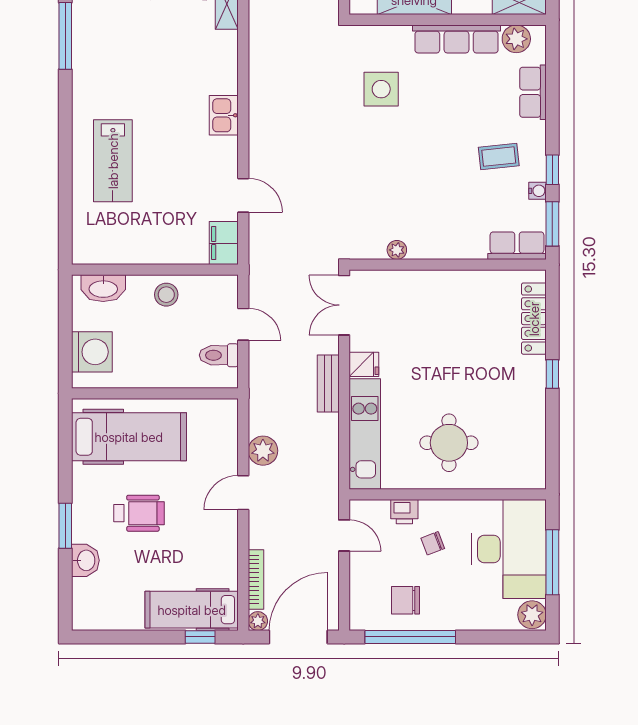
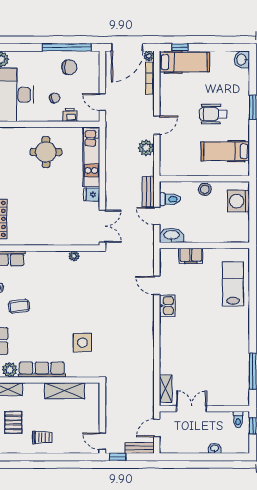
kitchen sink: (224, 115) -> (167, 306), moved
lab bench: (113, 161) -> (233, 284), moved
filing cabinet: (224, 243) -> (191, 256), moved, turned 90
washbasin: (103, 288) -> (172, 235), moved
stool: (166, 295) -> (205, 189), moved
bench: (328, 383) -> (148, 192), moved
hospital bed: (129, 437) -> (225, 151), width x0.73, depth x0.78
washbasin: (85, 560) -> (242, 60), moved

